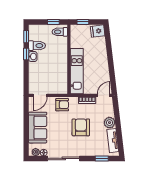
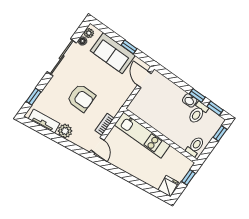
window: (53, 22) -> (220, 133), moved
armchair: (62, 105) -> (118, 95), removed
window: (26, 120) -> (129, 47), added

